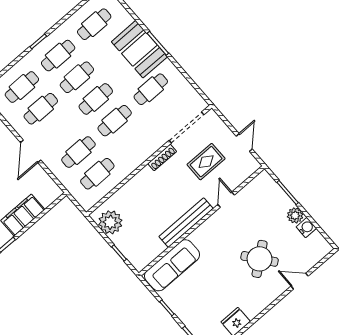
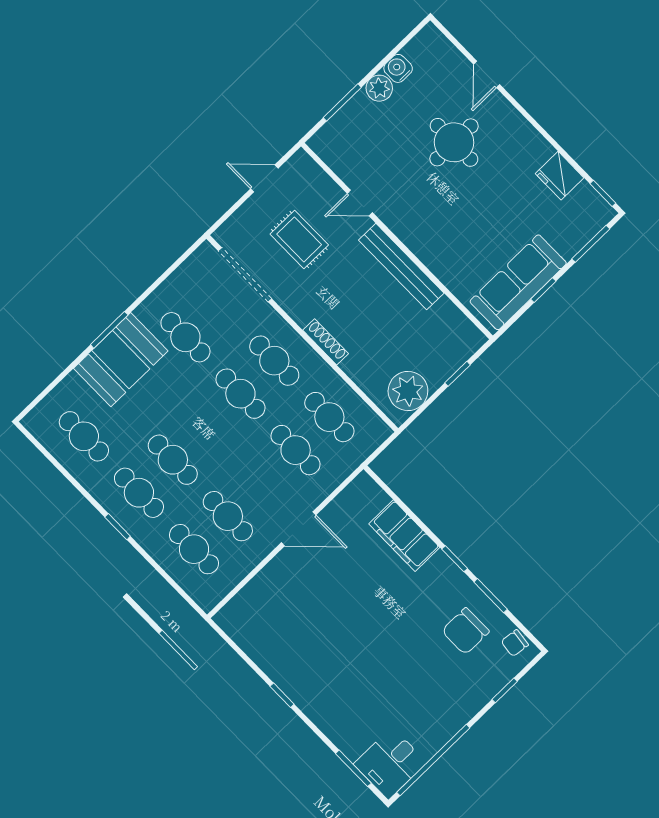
cafe table: (96, 99) -> (274, 361), moved
shoe rack: (162, 157) -> (326, 342), moved
round table: (260, 259) -> (454, 142), turned 38
sofa: (172, 265) -> (518, 282), moved, turned -90

